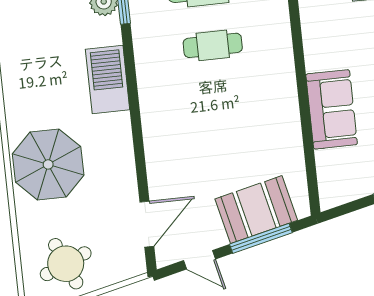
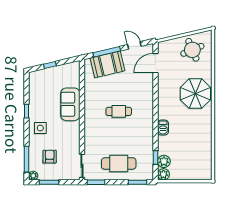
cafe table: (213, 45) -> (119, 111), moved
barbecue: (108, 80) -> (163, 128), width x0.53, depth x0.65

